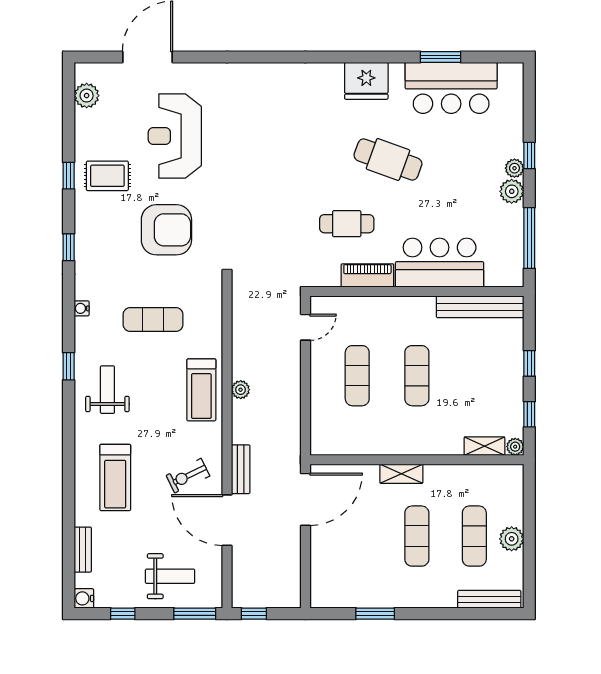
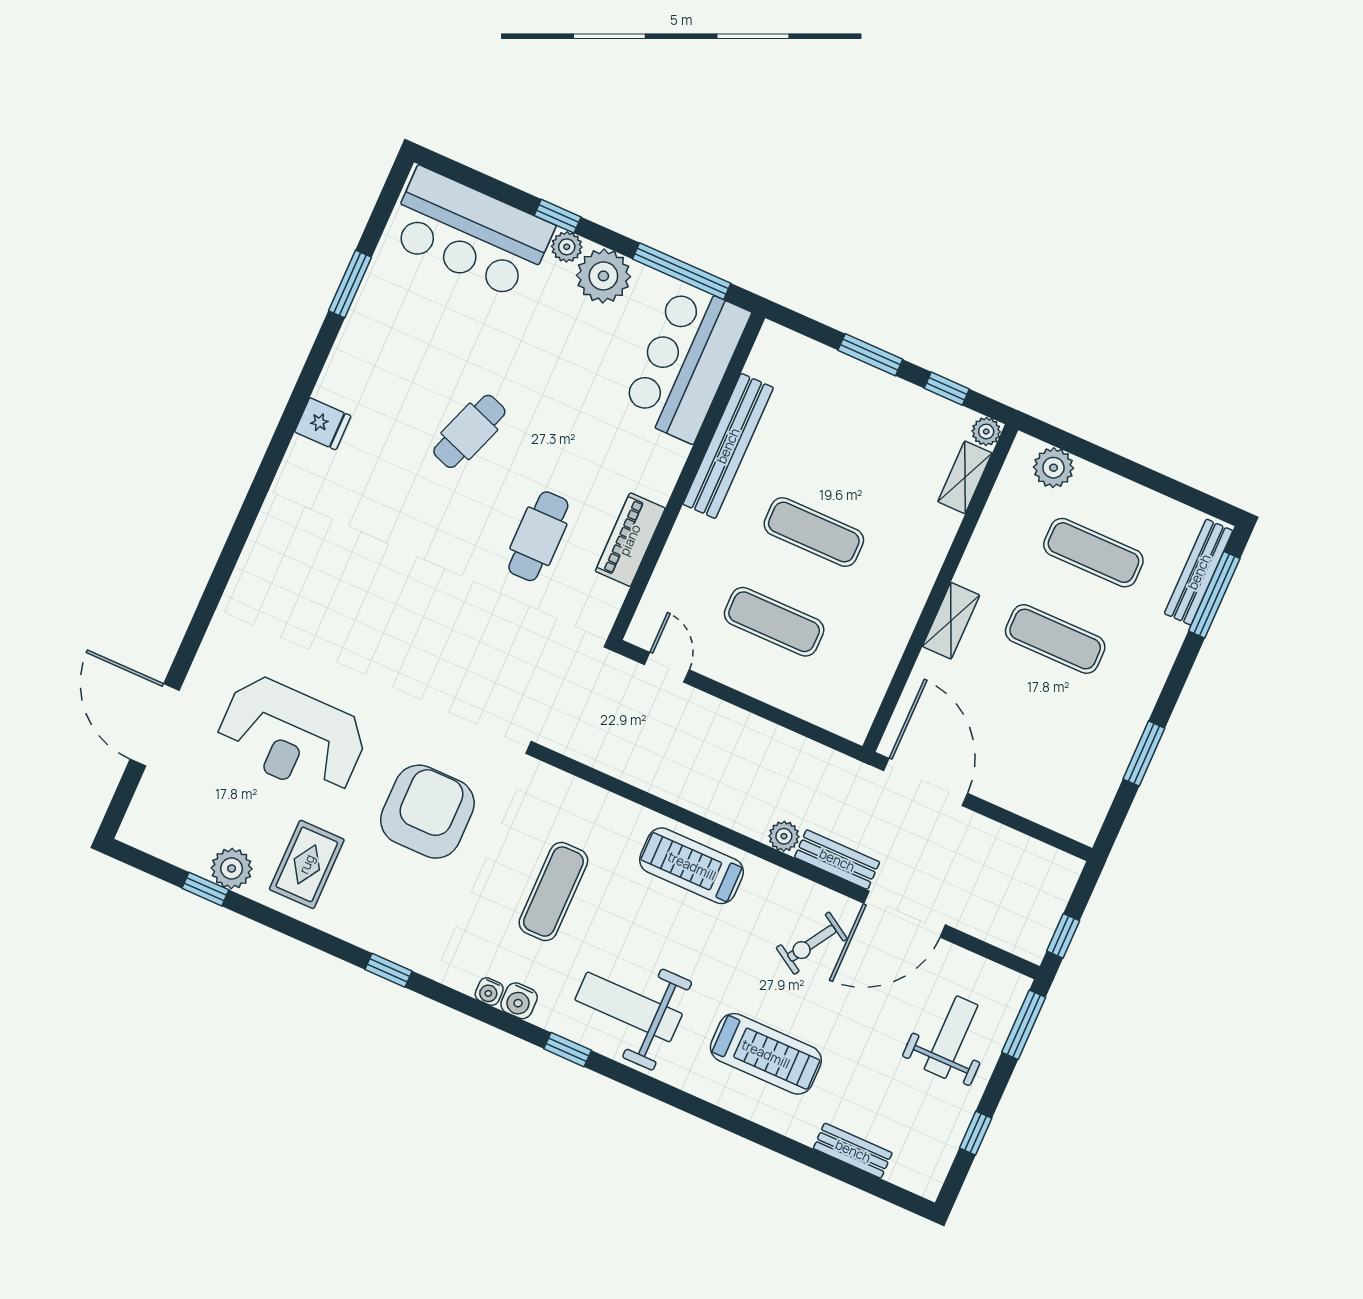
fridge: (366, 81) -> (323, 424), width x0.53, depth x0.75
bar counter: (451, 88) -> (470, 233), moved, turned 90
plant: (87, 96) -> (232, 868), moved
cafe table: (388, 159) -> (469, 431), width x0.73, depth x0.74
window: (69, 176) -> (205, 889), moved
plant: (512, 191) -> (603, 276), width x1.36, depth x1.36
bar counter: (440, 263) -> (686, 362), moved
bench: (480, 307) -> (728, 446), moved
window: (529, 363) -> (870, 355), width x1.50
weight bench: (107, 390) -> (629, 1007), width x1.36, depth x1.33
treadmill: (201, 390) -> (692, 866), turned 180
plant: (241, 390) -> (784, 836), moved
exercise bike: (188, 476) -> (812, 943), turned 58
plant: (512, 539) -> (1053, 468), moved
water cooler: (84, 598) -> (519, 1001), moved
window: (481, 614) -> (1214, 595), added

